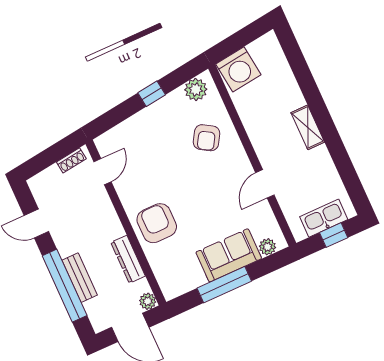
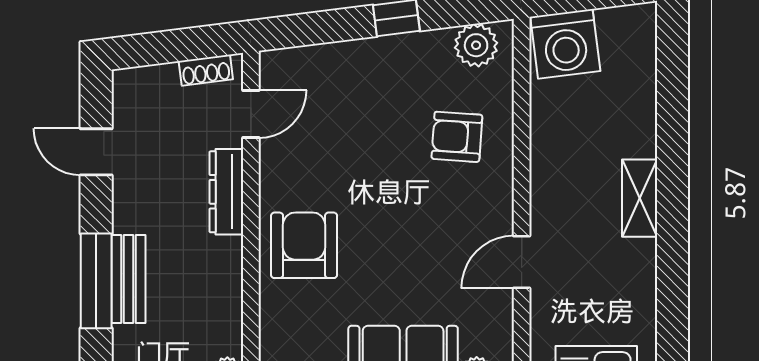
armchair: (207, 138) -> (457, 137), turned 63
dresser: (128, 259) -> (226, 192), moved
window: (65, 286) -> (96, 281), width x0.68

